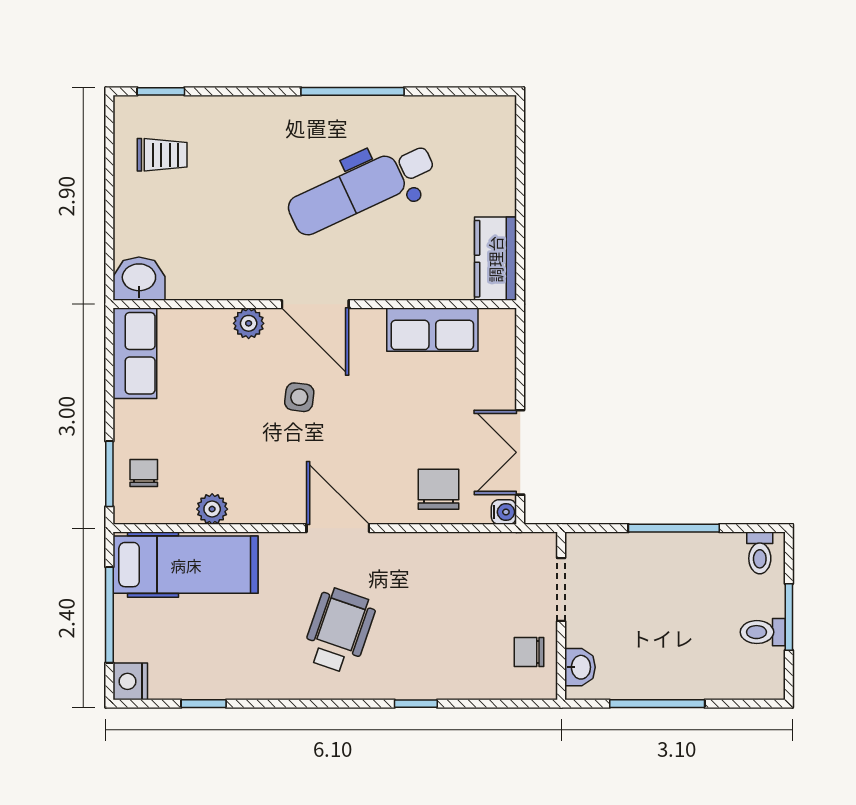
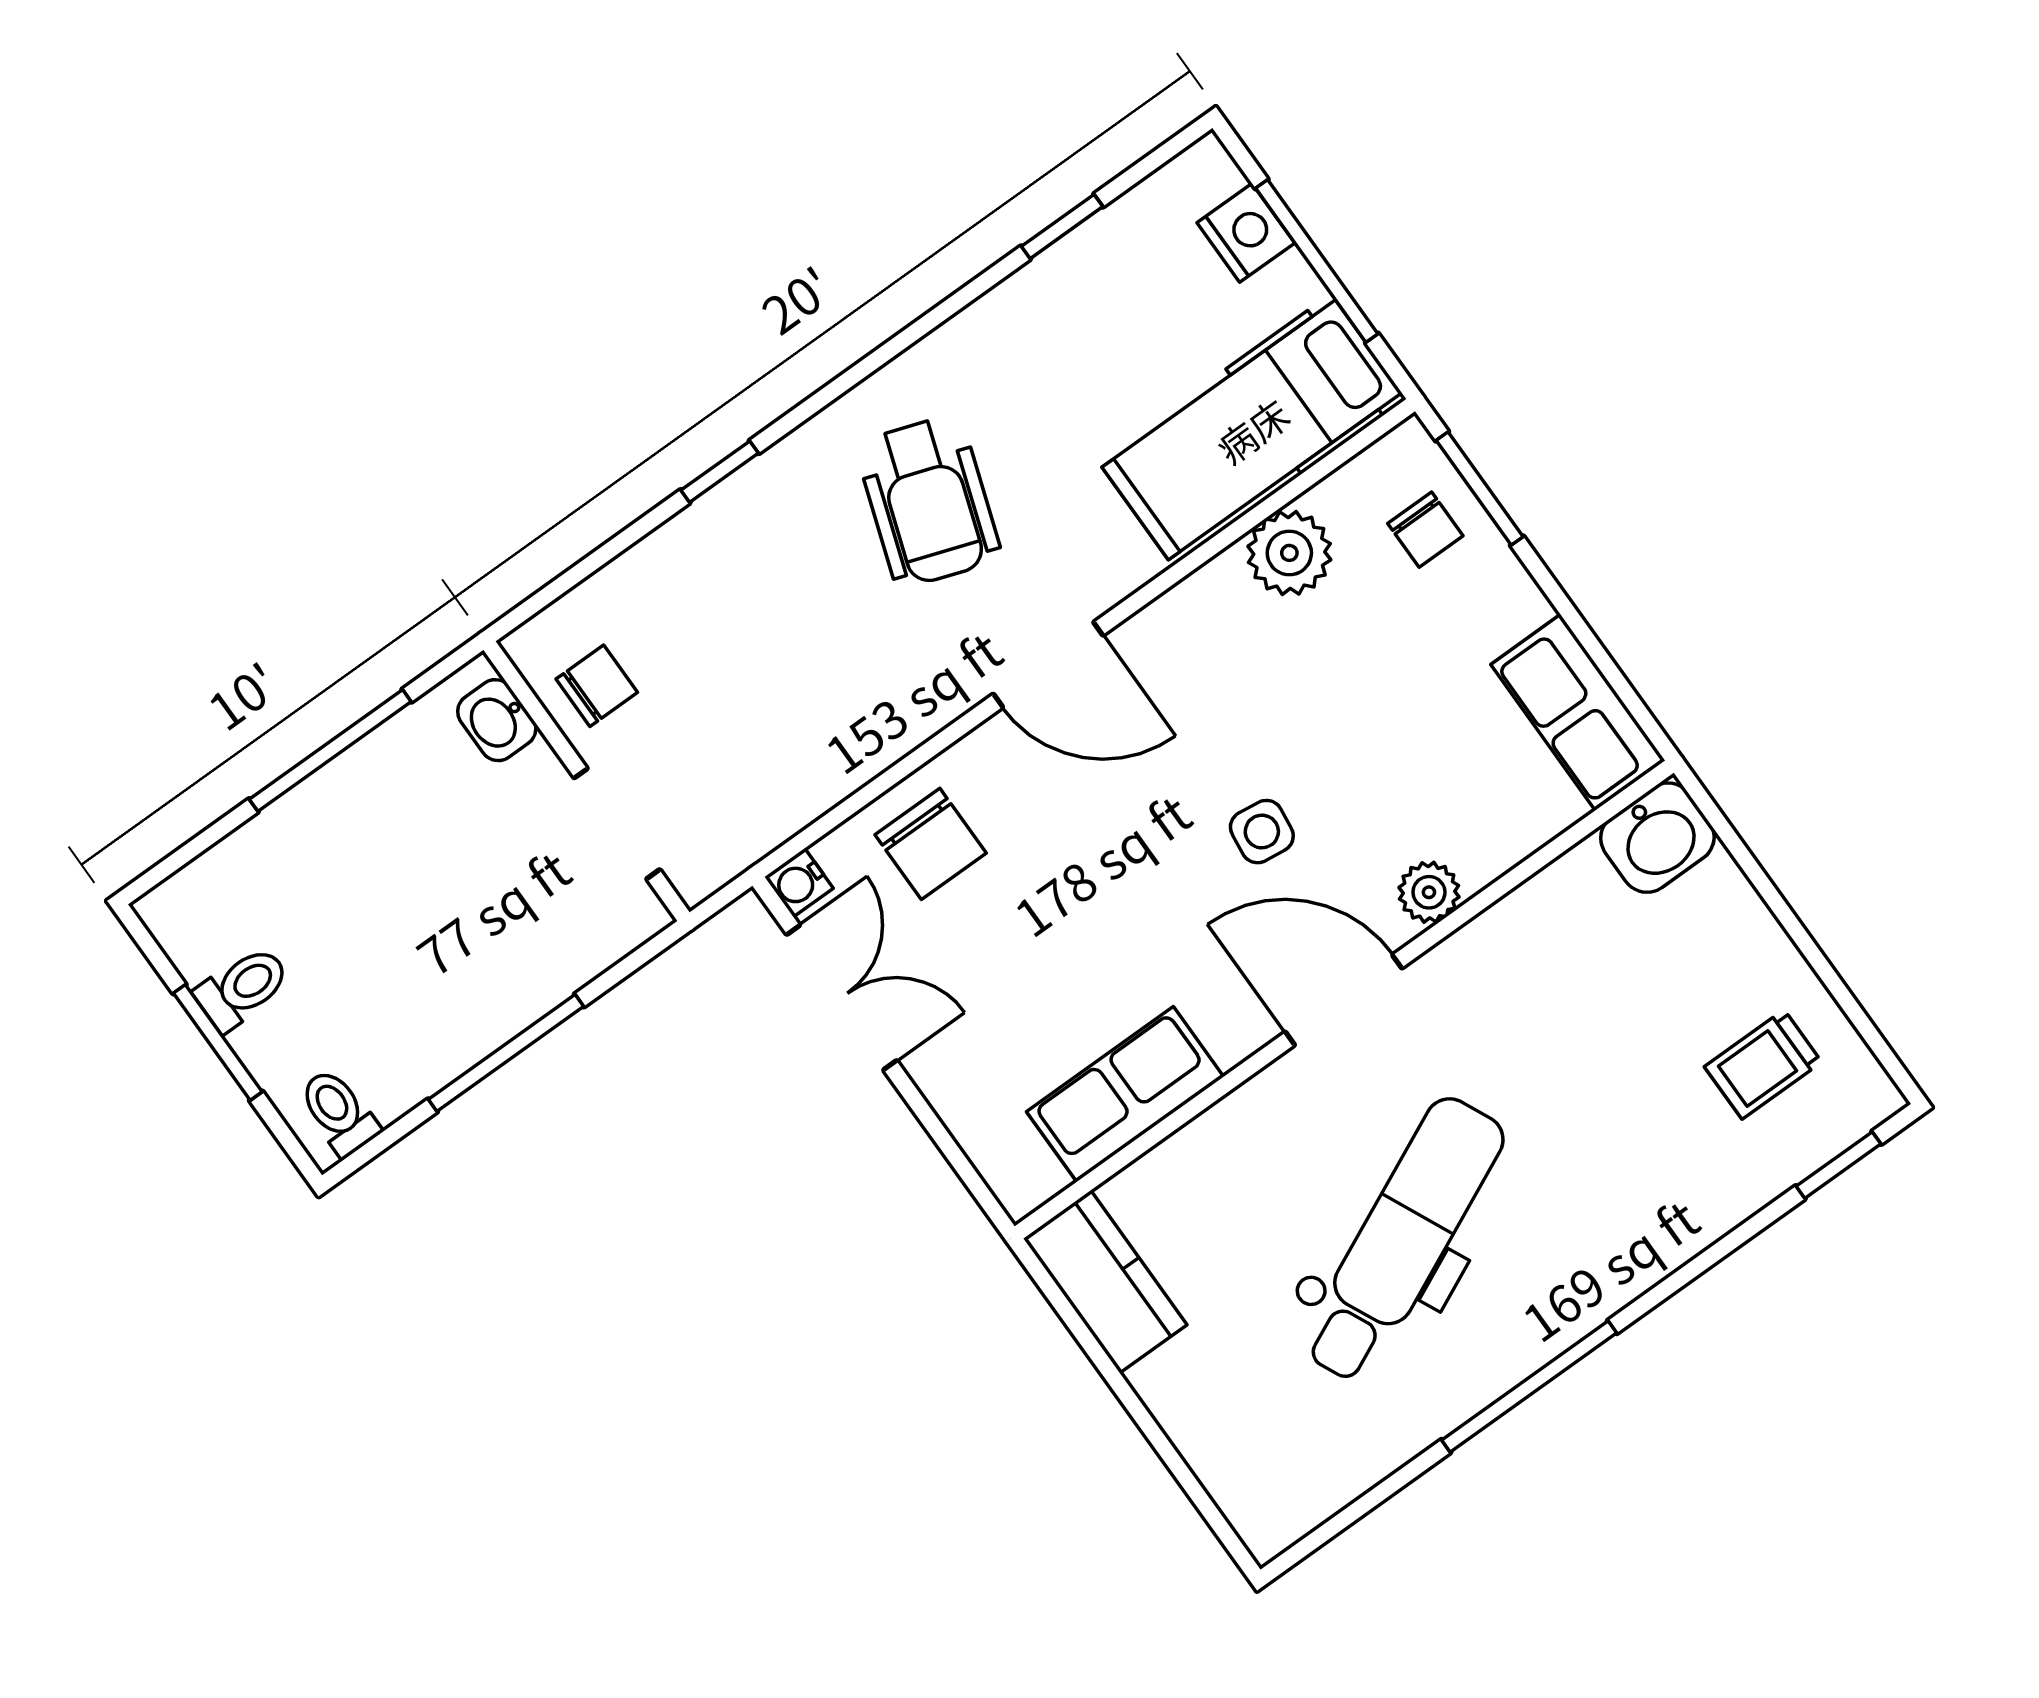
plant: (212, 509) -> (1289, 553), width x1.38, depth x1.38
nightstand: (130, 681) -> (1246, 233), moved

